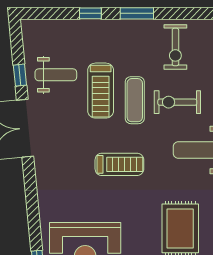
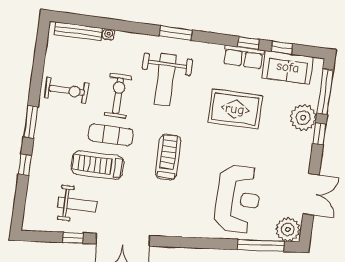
weight bench: (56, 75) -> (77, 204), turned 90
treadmill: (101, 91) -> (98, 165), turned 180
exercise bike: (177, 102) -> (118, 96), turned 180

